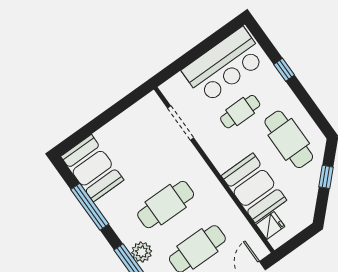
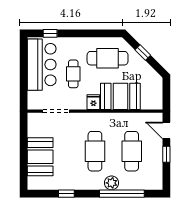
window: (284, 70) -> (50, 33), moved
booth: (92, 168) -> (40, 157), moved, turned 90
window: (90, 207) -> (66, 194), width x0.46
fridge: (270, 226) -> (93, 102), moved

